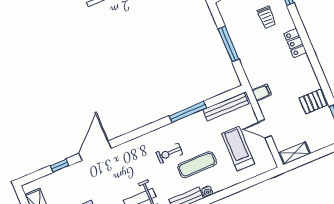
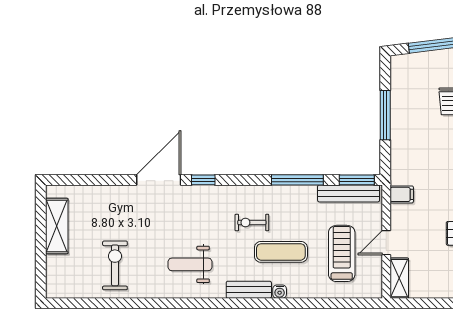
window: (228, 95) -> (357, 180), added
door: (265, 129) -> (386, 243), hinge flipped
shelving: (295, 153) -> (399, 278), moved, turned 90
window: (60, 166) -> (203, 180), moved

